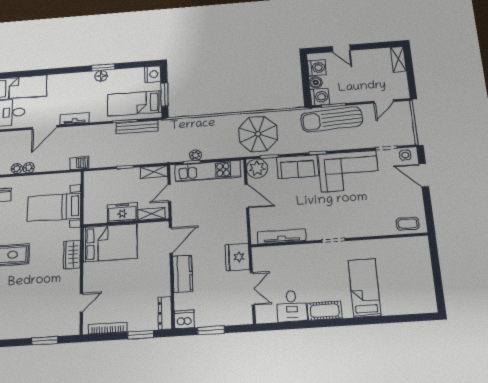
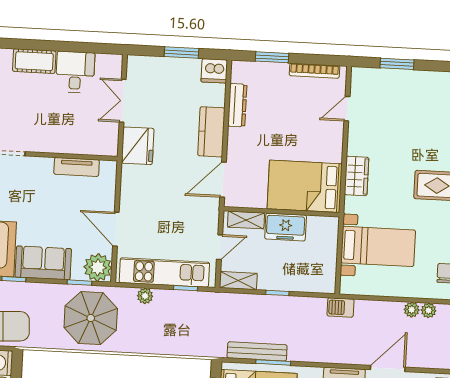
plant: (196, 155) -> (145, 296), moved
tv unit: (282, 236) -> (77, 167), width x0.71
dresser: (165, 313) -> (237, 105), moved

